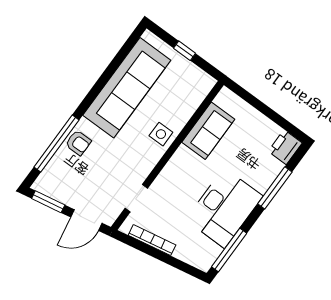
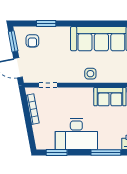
window: (56, 143) -> (46, 24), width x0.47
armchair: (78, 143) -> (32, 41), moved
window: (229, 250) -> (57, 152), width x0.69

